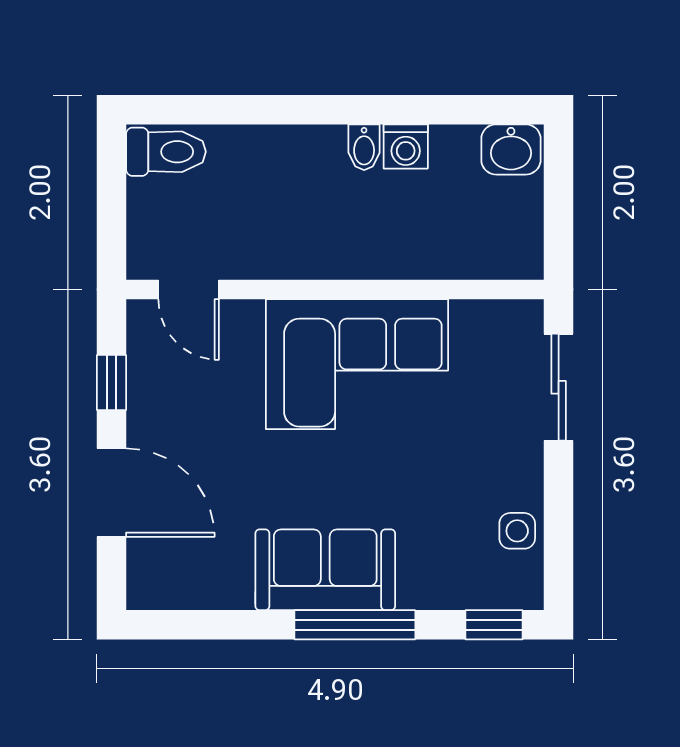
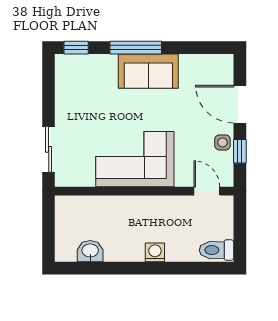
washing machine: (406, 146) -> (155, 252), moved
bidet: (364, 147) -> (132, 252), removed
washbasin: (511, 149) -> (90, 251), moved
side table: (517, 531) -> (223, 142), moved

